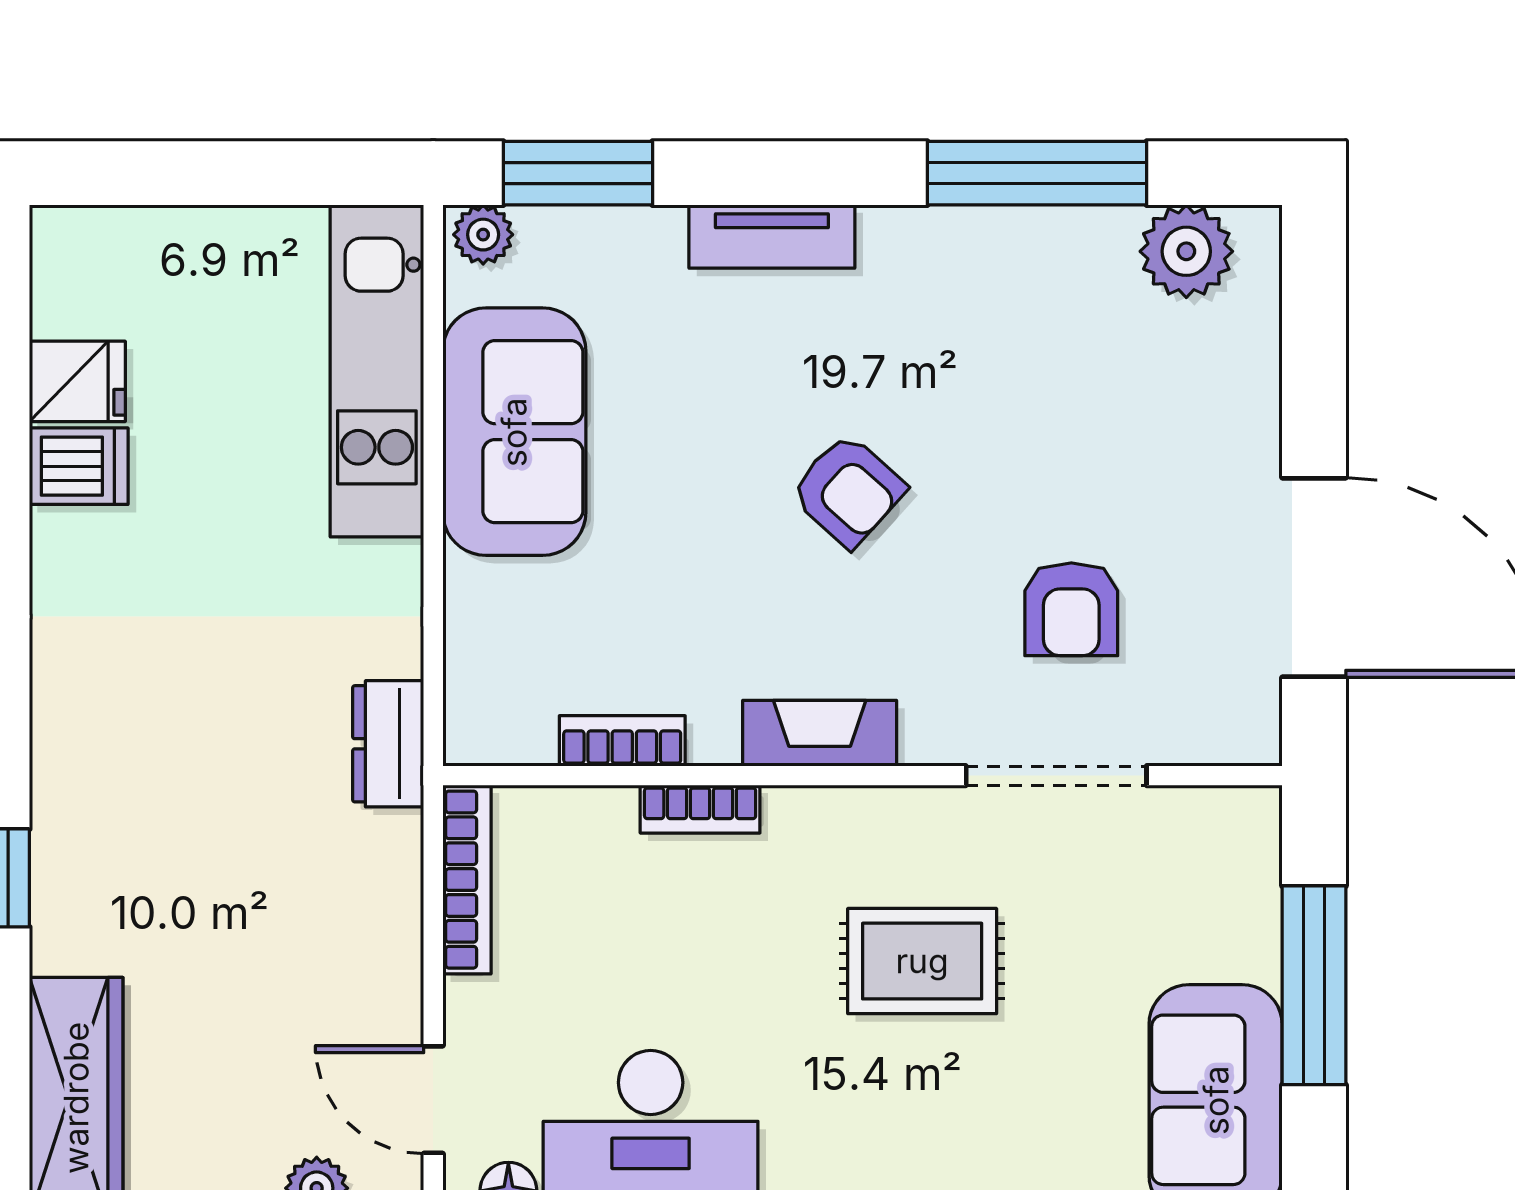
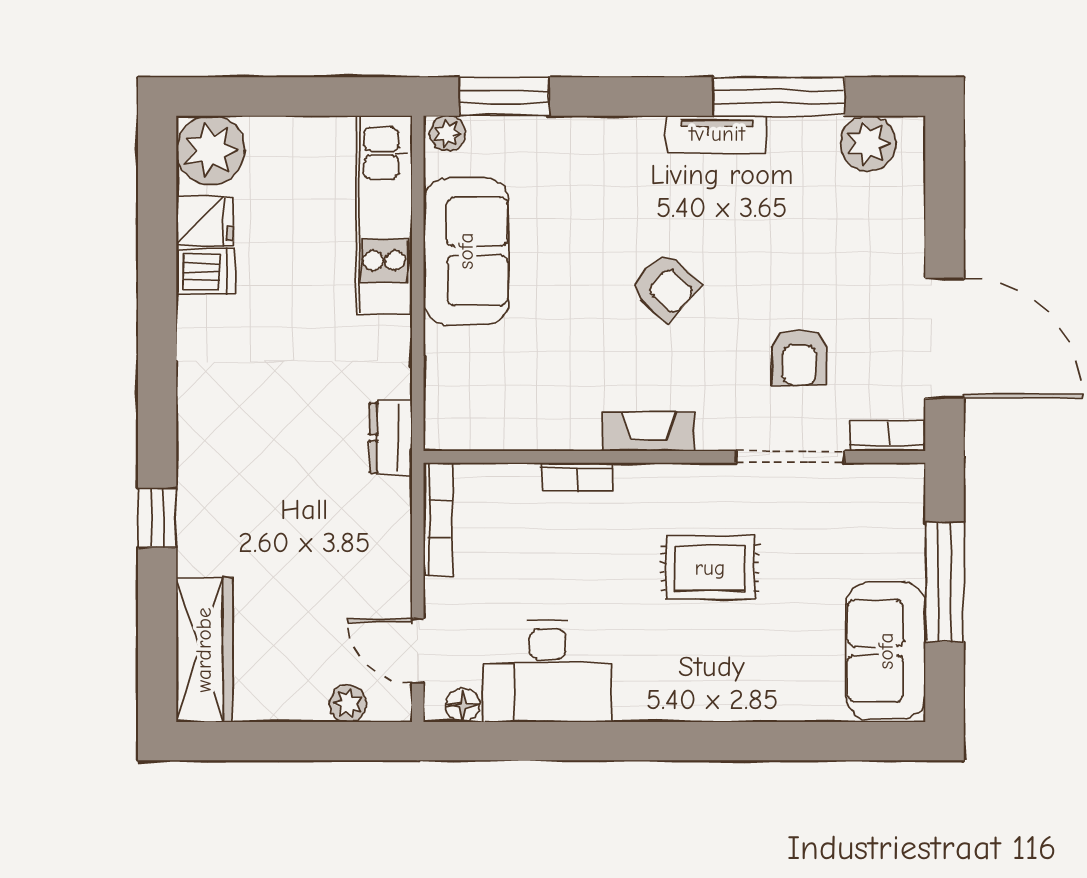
tv unit: (772, 237) -> (717, 134), moved
plant: (87, 263) -> (211, 150), added
bookcase: (622, 741) -> (888, 436), moved

